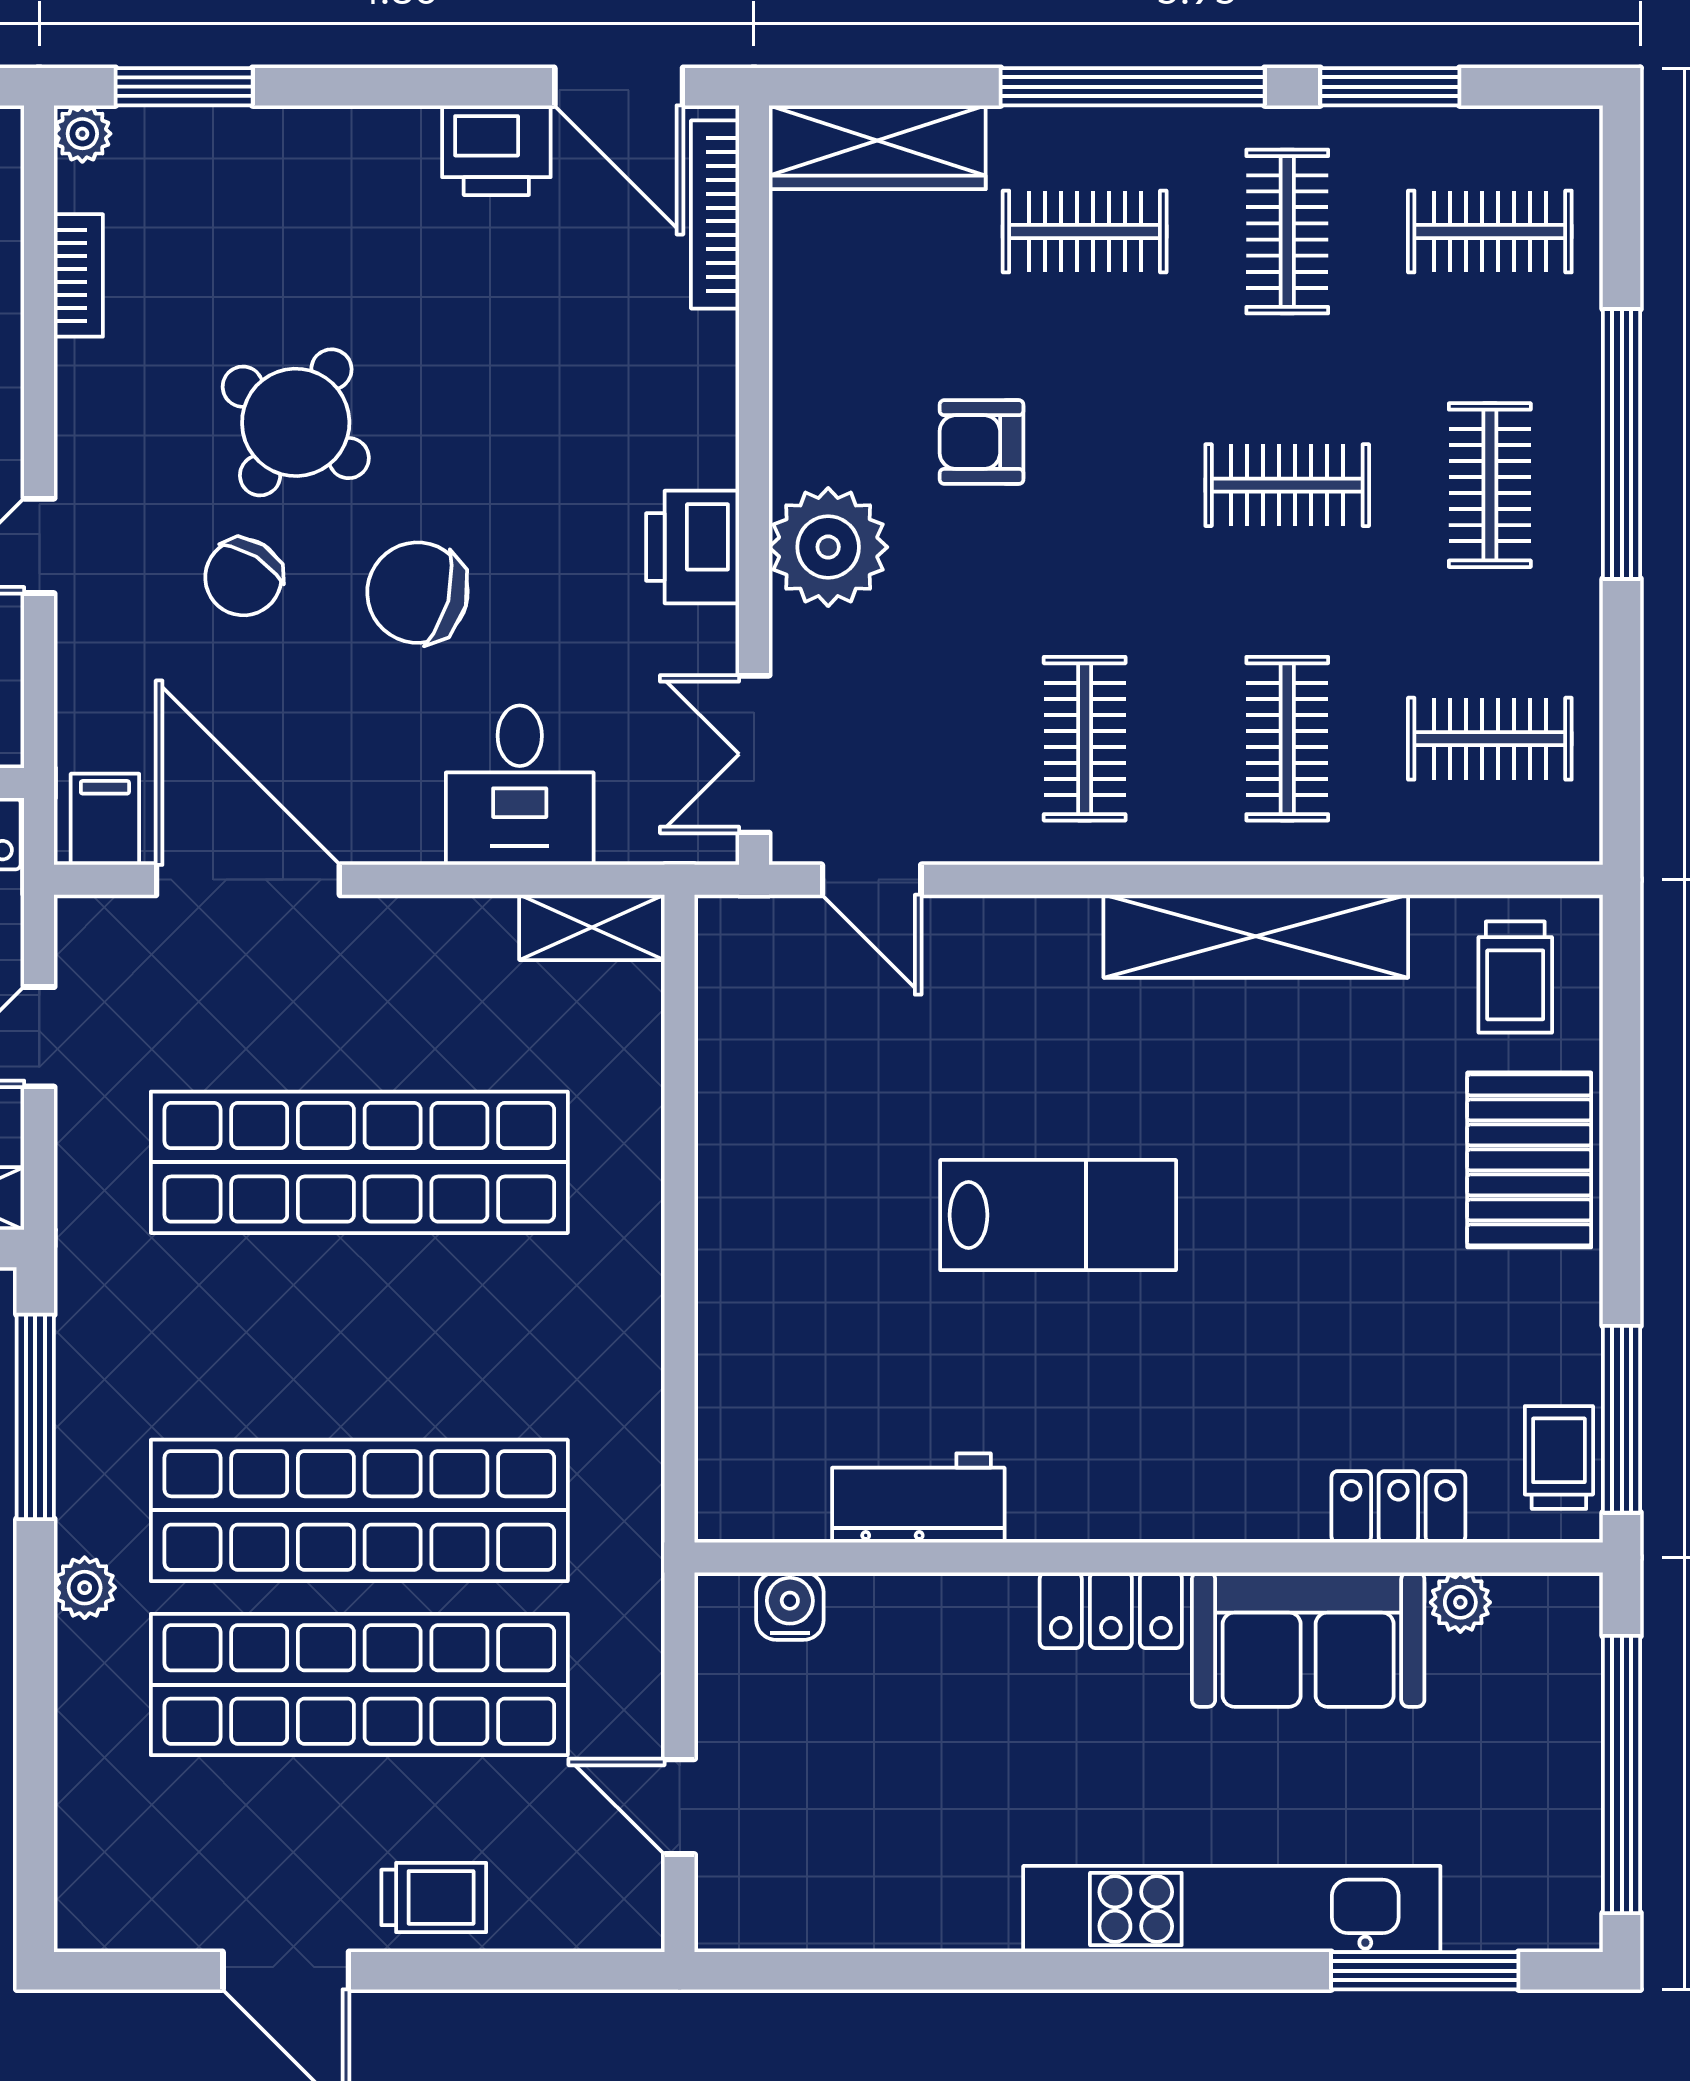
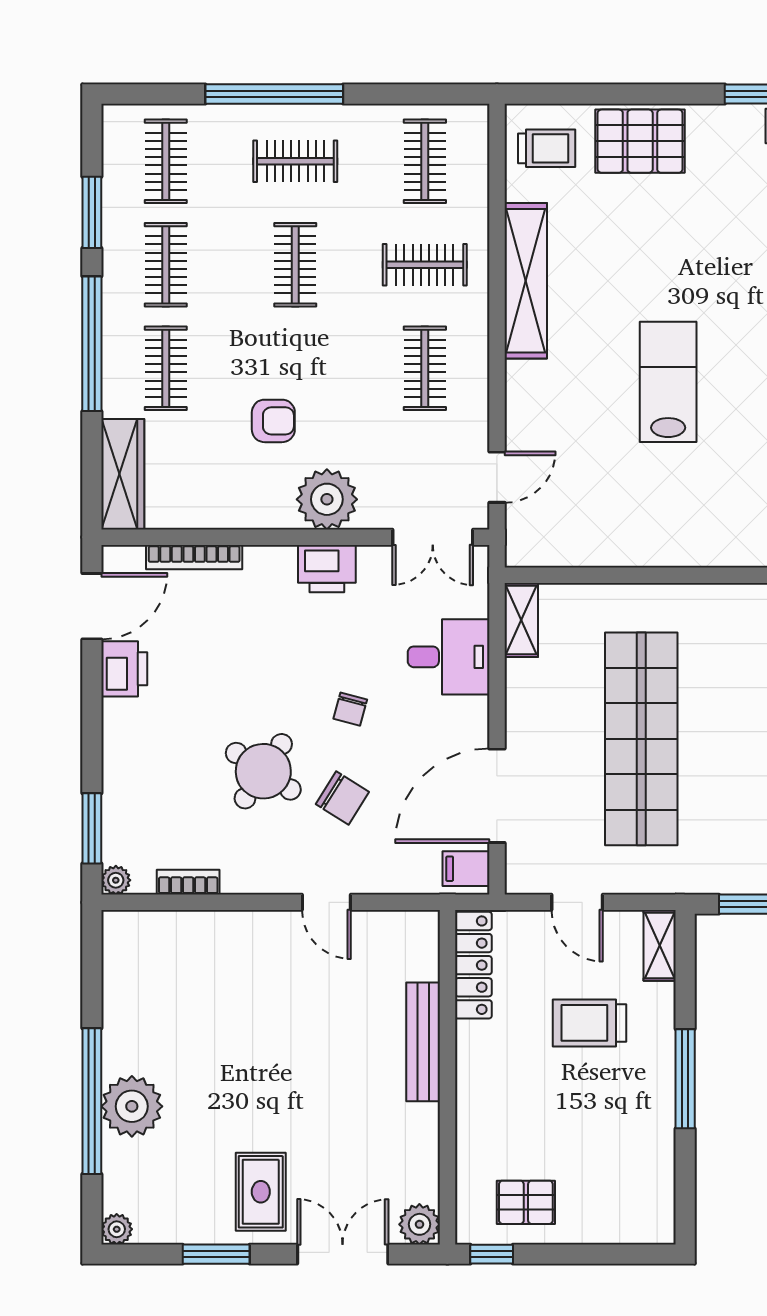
bookcase: (715, 214) -> (194, 557), moved
clothes rail: (1287, 231) -> (166, 265), turned 90
armchair: (982, 442) -> (273, 421), turned -90
chair: (417, 593) -> (350, 709), width x0.54, depth x0.54
clothes rail: (1085, 739) -> (425, 368), turned 90

